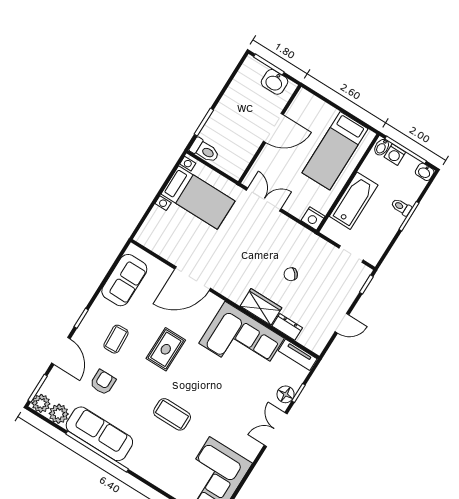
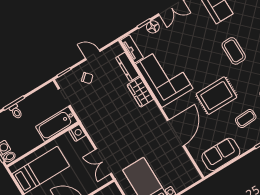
bathtub: (354, 201) -> (57, 124), moved
chair: (291, 274) -> (87, 78), moved
door: (193, 279) -> (176, 133), hinge flipped
dresser: (287, 327) -> (127, 67), width x1.44
rug: (166, 349) -> (216, 96), width x1.36, depth x1.43

